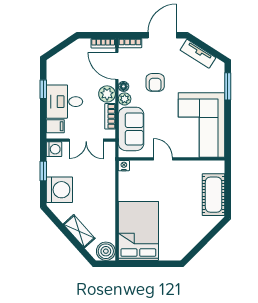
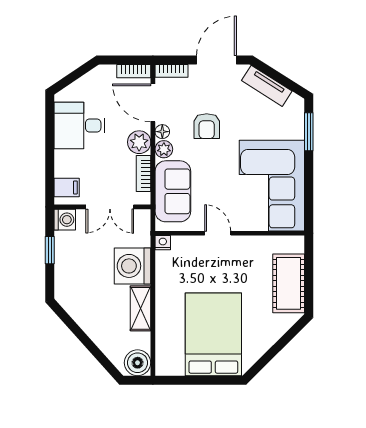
window: (43, 89) -> (50, 136), removed
desk: (64, 102) -> (80, 125), moved
washing machine: (59, 190) -> (133, 266), moved, turned 180
shelving: (79, 231) -> (141, 308), moved, turned 42
bed: (138, 231) -> (213, 334), moved

